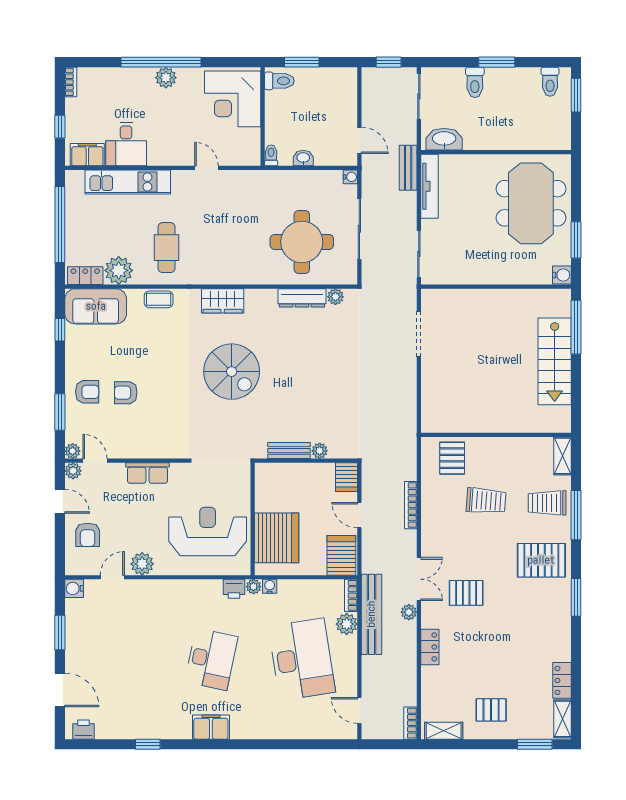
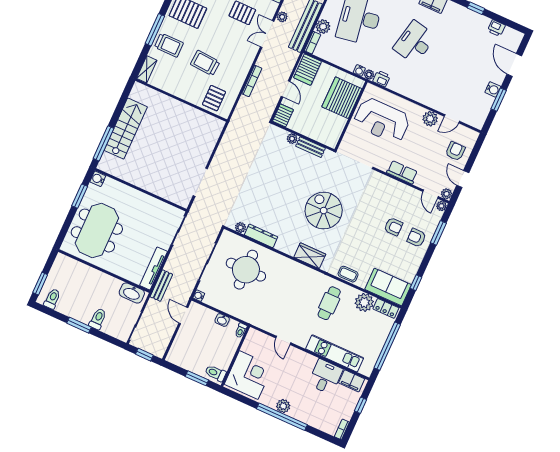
water cooler: (74, 588) -> (493, 89), moved
printer: (83, 730) -> (496, 28), moved

